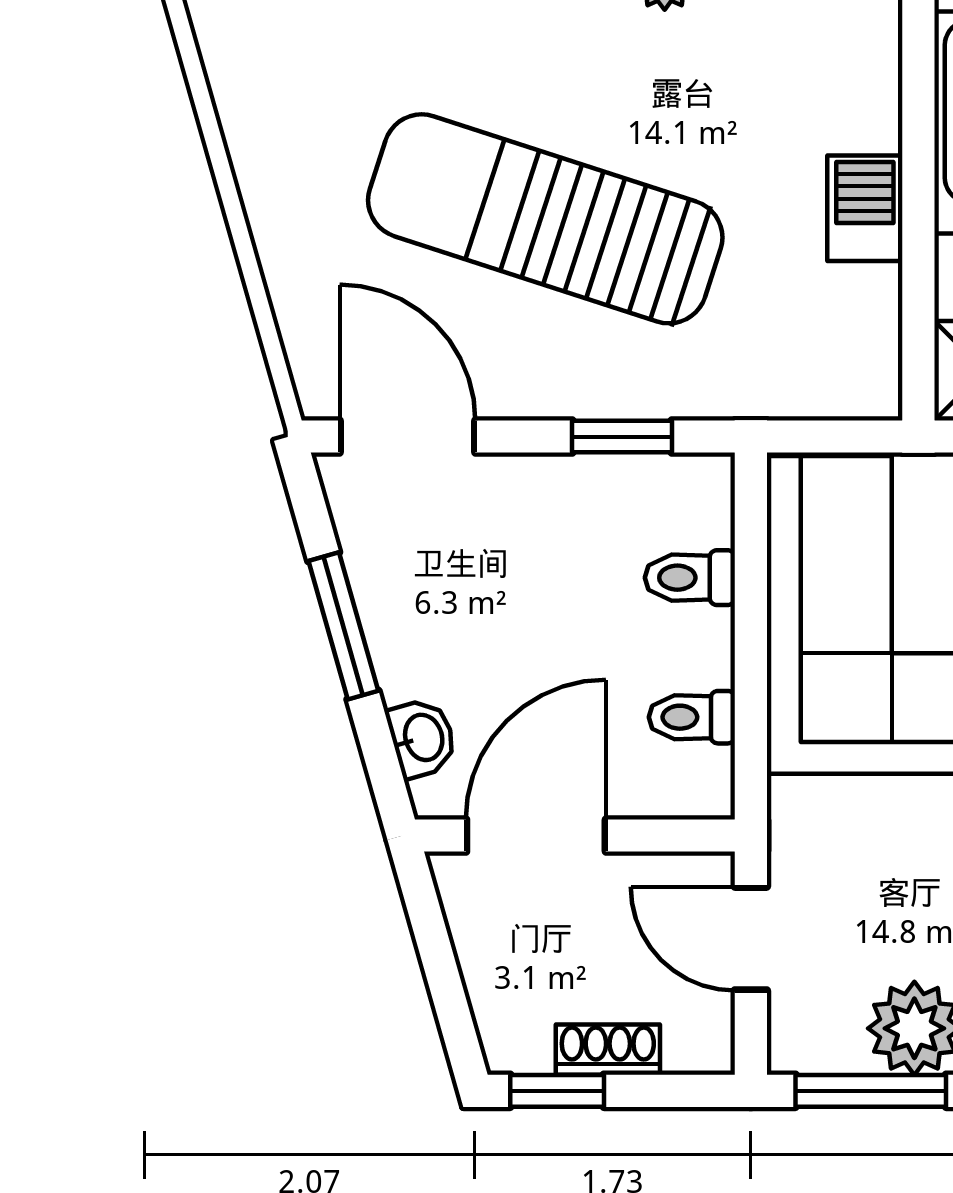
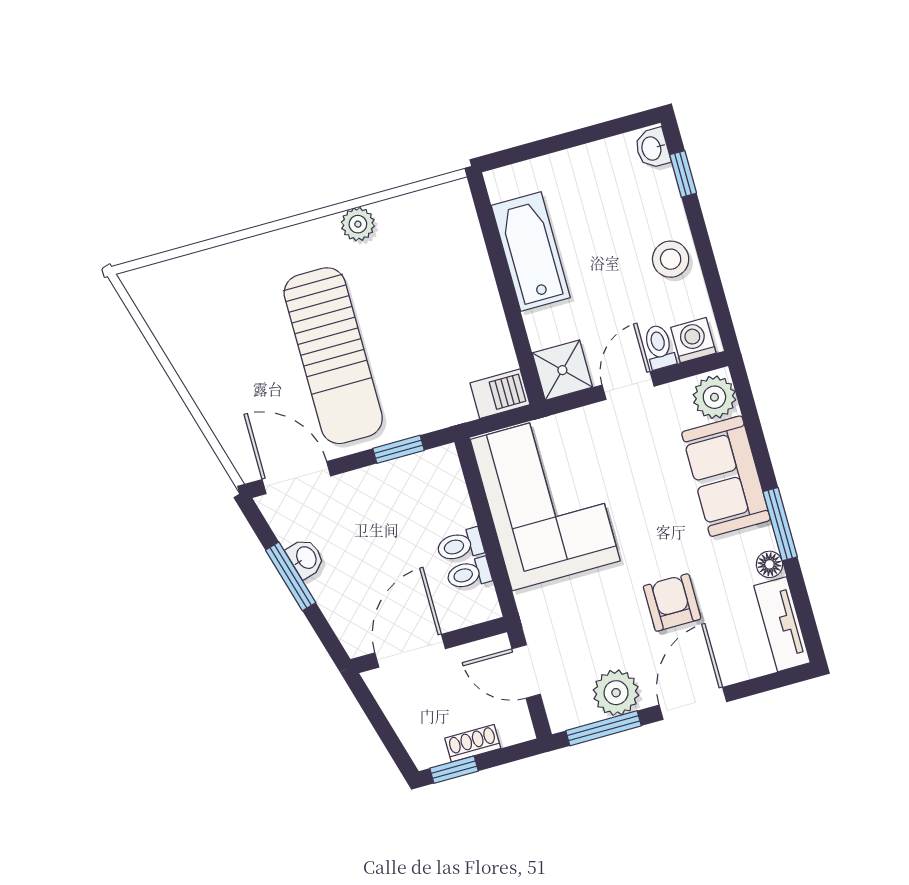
barbecue: (865, 208) -> (500, 394), moved, turned 90
sun lounger: (545, 219) -> (333, 356), turned -108
toilet: (690, 578) -> (460, 545), moved
washbasin: (422, 738) -> (306, 558), moved

